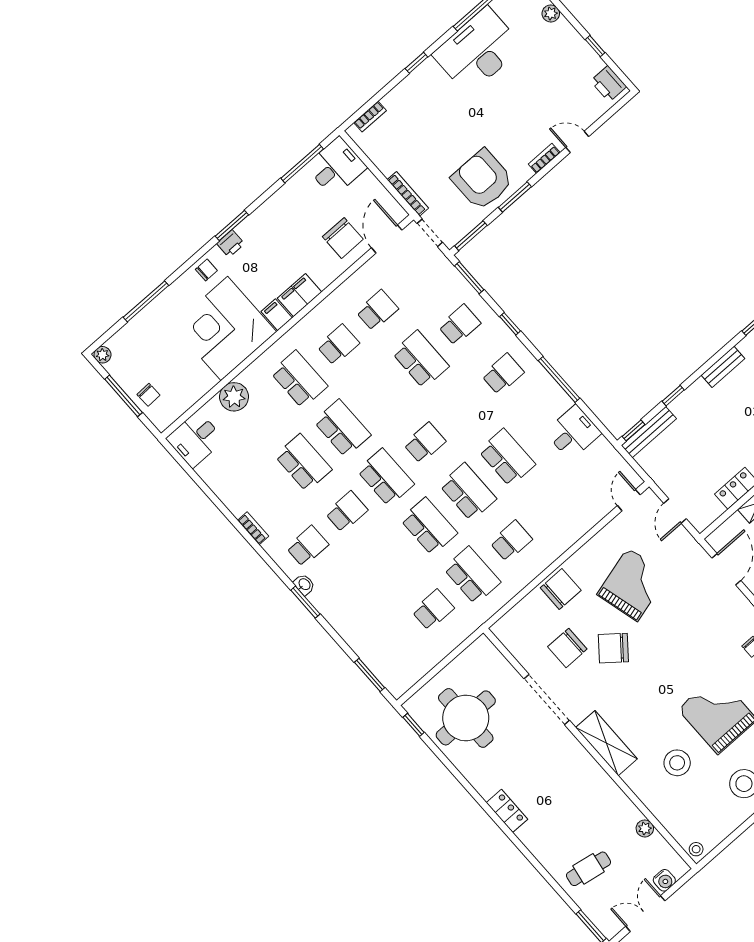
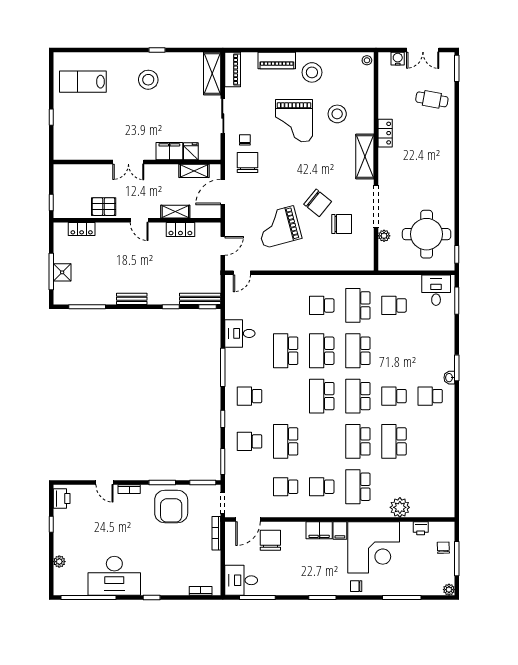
printer: (231, 244) -> (421, 528), moved, turned 180
desk: (195, 439) -> (436, 290), moved, turned -90
school desk: (425, 443) -> (322, 396), width x1.85
bookcase: (253, 528) -> (450, 430), removed
chair: (561, 589) -> (247, 163), moved, turned 90
locker: (507, 811) -> (385, 133), moved, turned 180
plant: (645, 828) -> (384, 236), moved

